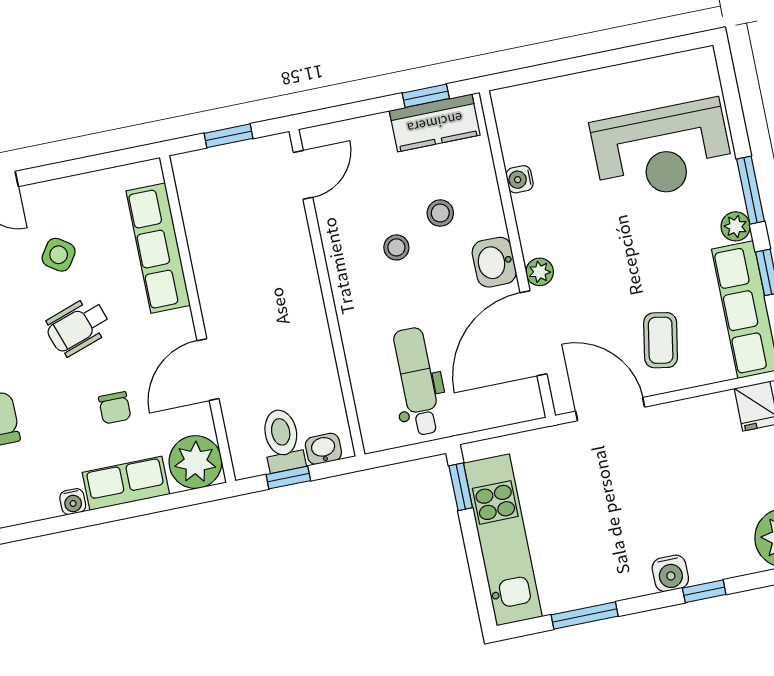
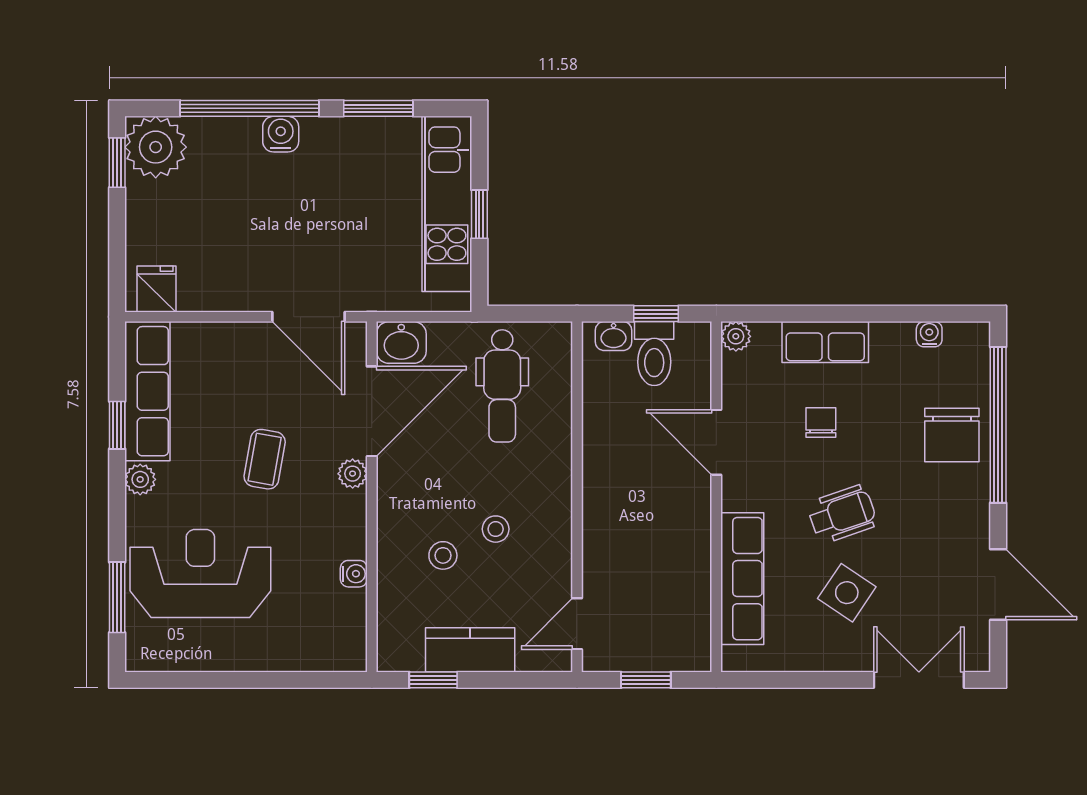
kitchen counter: (435, 123) -> (470, 650), moved
window: (751, 190) -> (117, 597), moved
side table: (59, 255) -> (847, 593), width x1.37, depth x1.37
washbasin: (494, 262) -> (401, 342), moved, turned 90
coffee table: (661, 340) -> (265, 459), moved
door: (208, 370) -> (716, 442), swing flipped
plant: (195, 462) -> (736, 336), width x0.53, depth x0.53
window: (461, 487) -> (479, 214), moved
water cooler: (73, 502) -> (929, 334), moved
window: (704, 591) -> (250, 108), width x3.17

